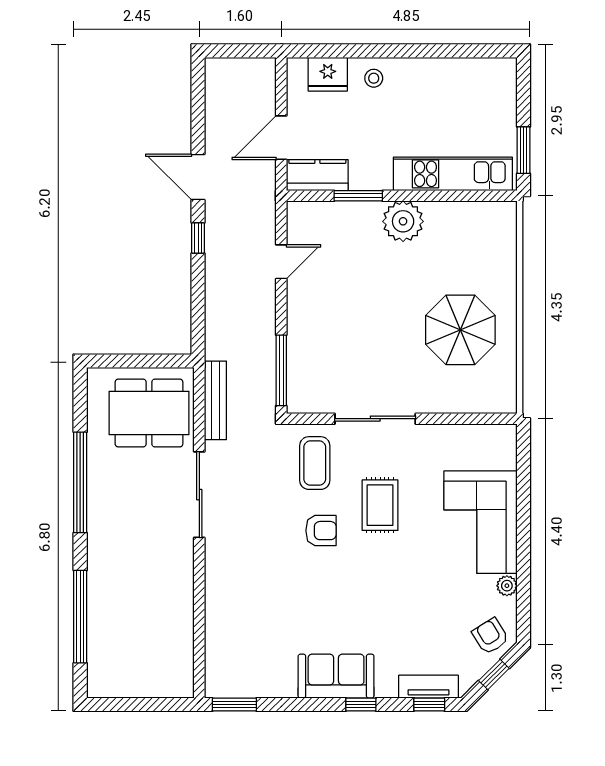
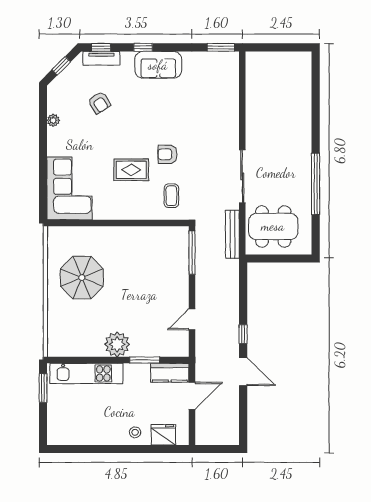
sliding door: (375, 419) -> (134, 223), removed
coffee table: (315, 463) -> (171, 196), width x0.73, depth x0.77
rug: (380, 505) -> (131, 170), turned 90
corner sofa: (481, 522) -> (69, 188), moved
window: (80, 617) -> (316, 101), removed
armchair: (490, 636) -> (99, 103), moved

